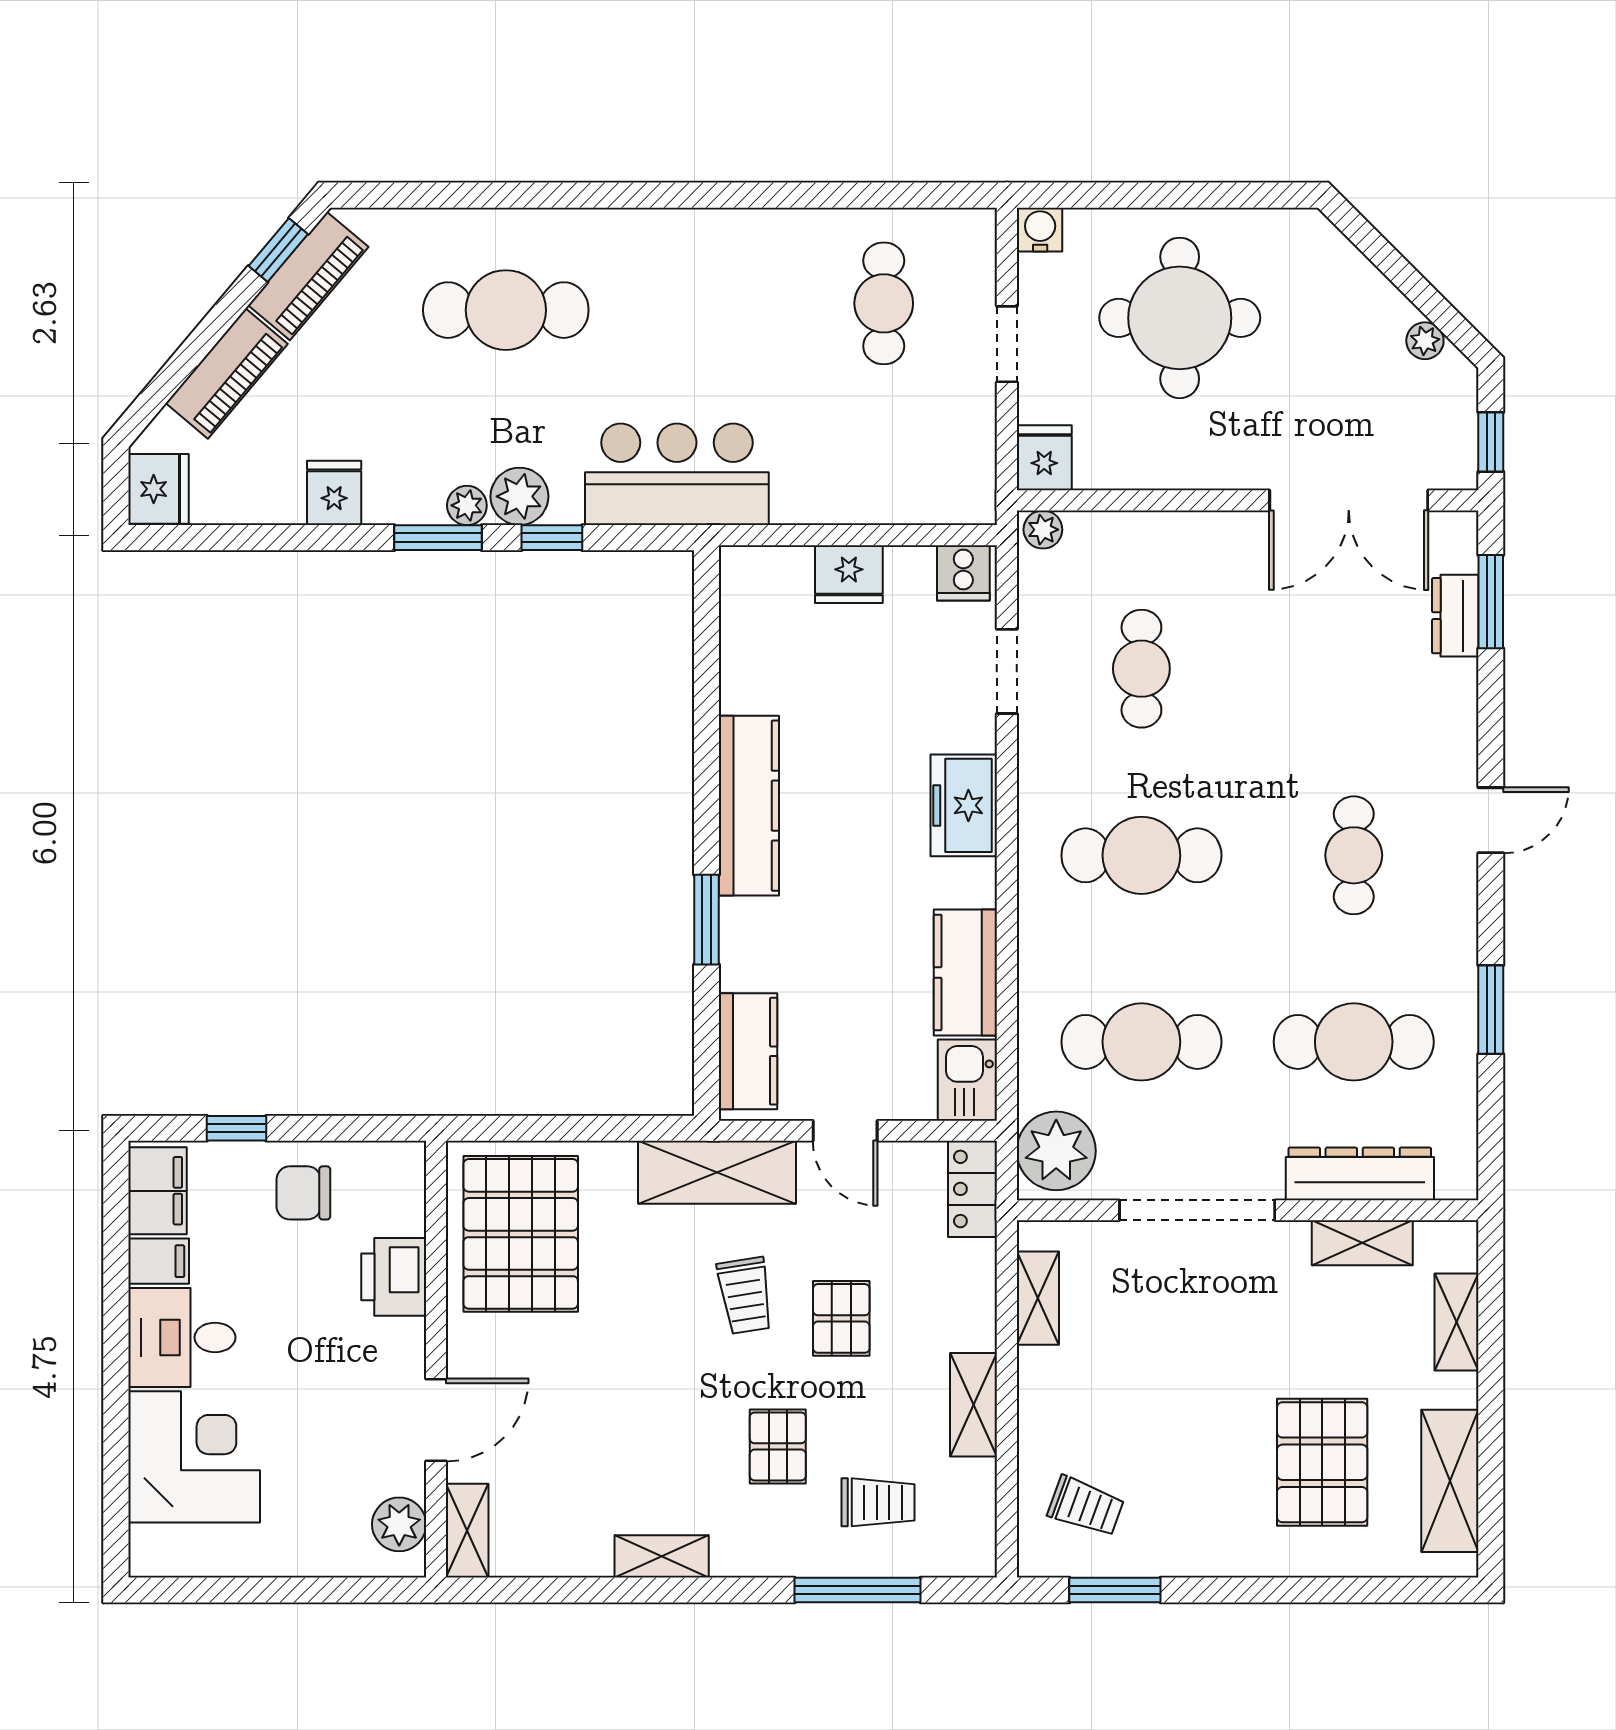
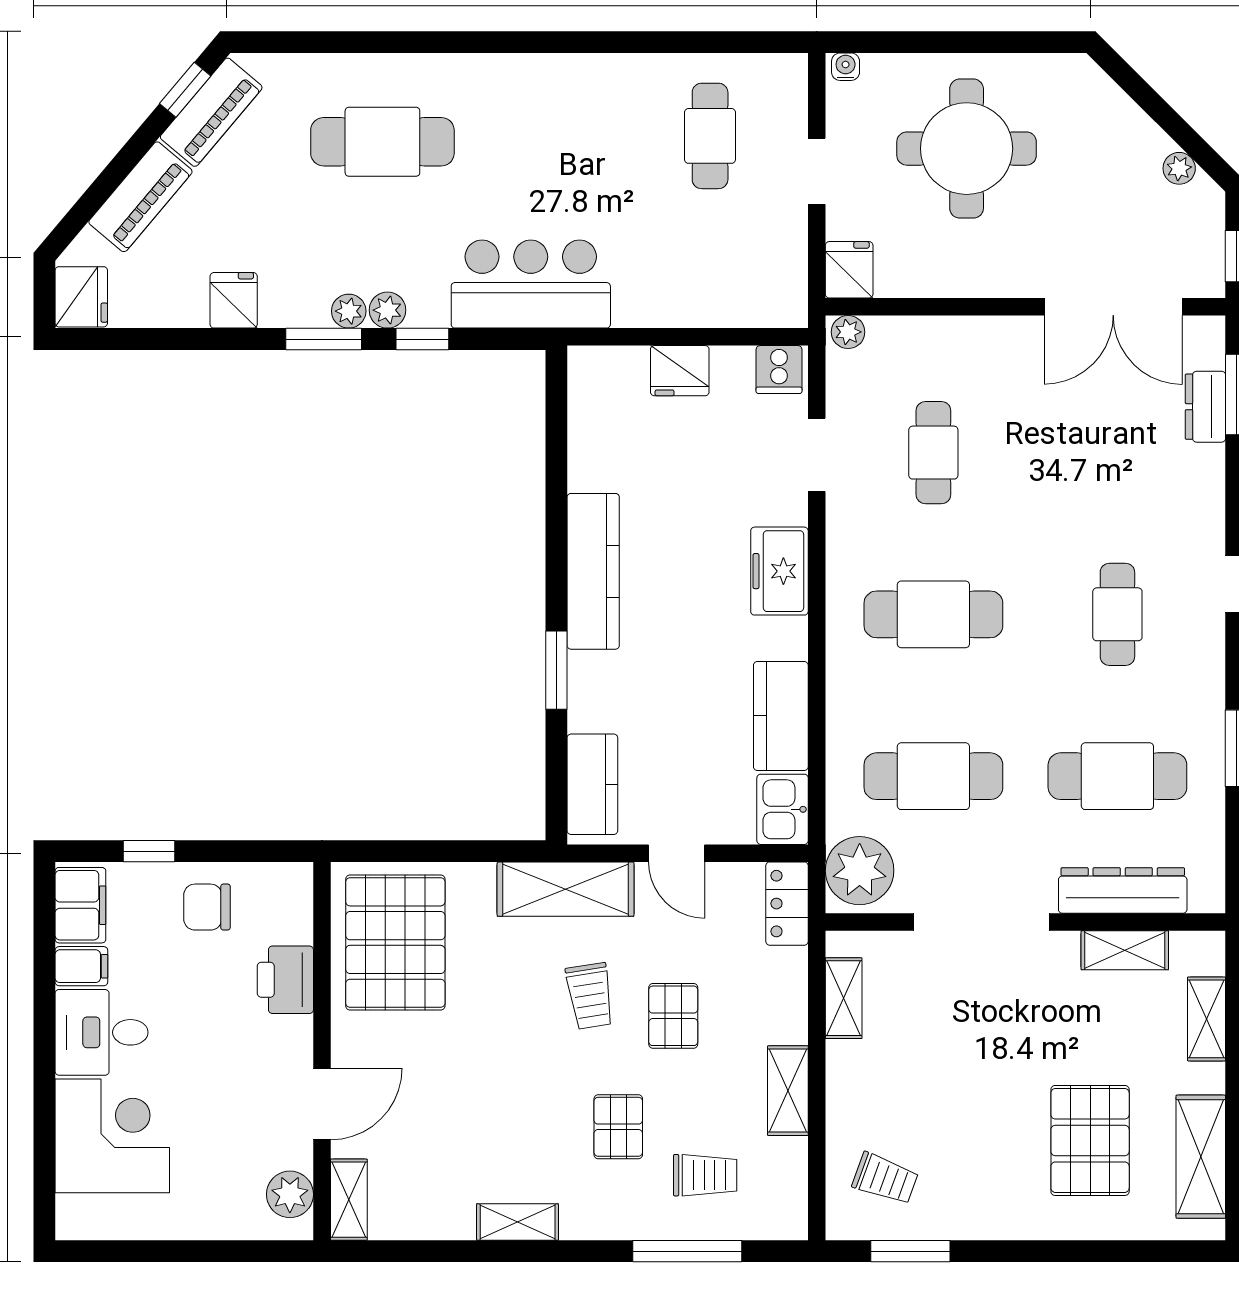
water cooler: (1040, 230) -> (846, 67), width x0.72, depth x0.72
plant: (519, 496) -> (387, 310), width x0.73, depth x0.73

